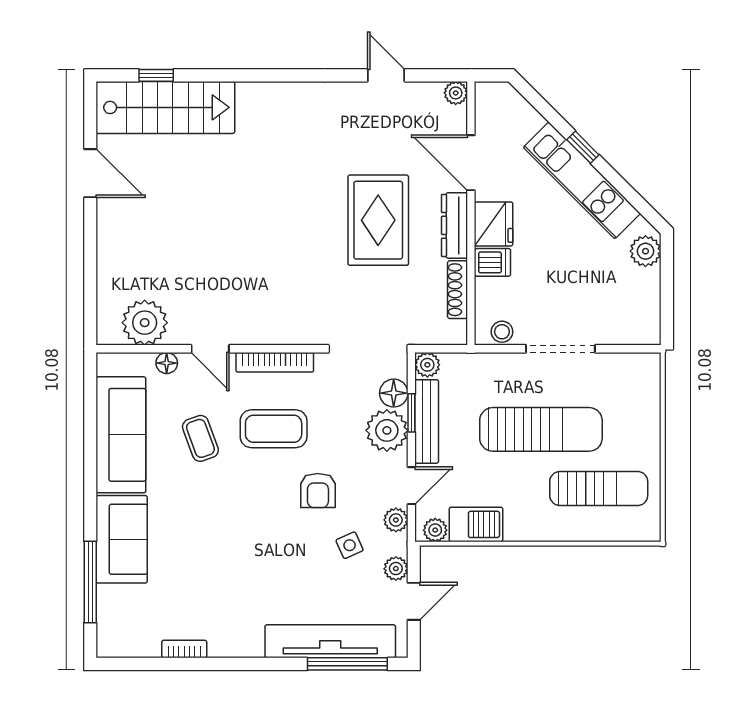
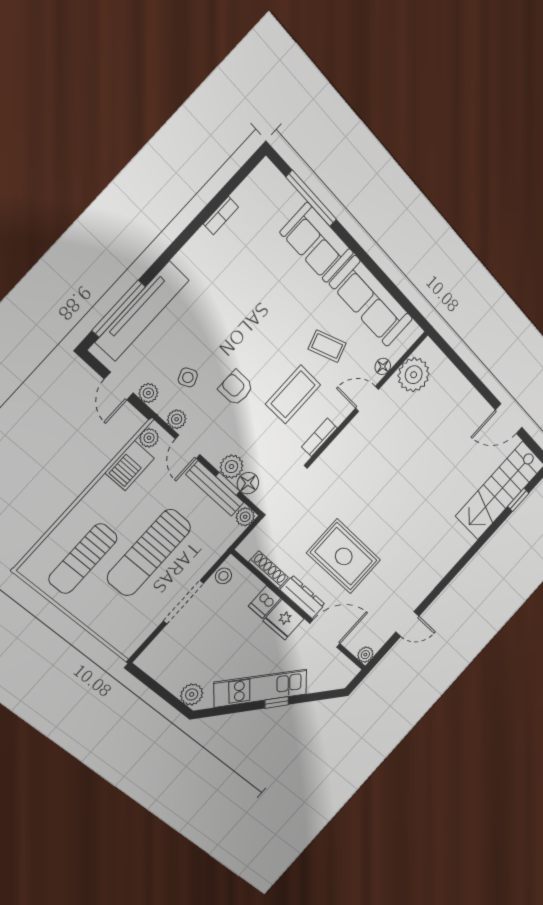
bookcase: (275, 362) -> (319, 437), width x0.64
plant: (387, 430) -> (231, 467), width x0.73, depth x0.73

